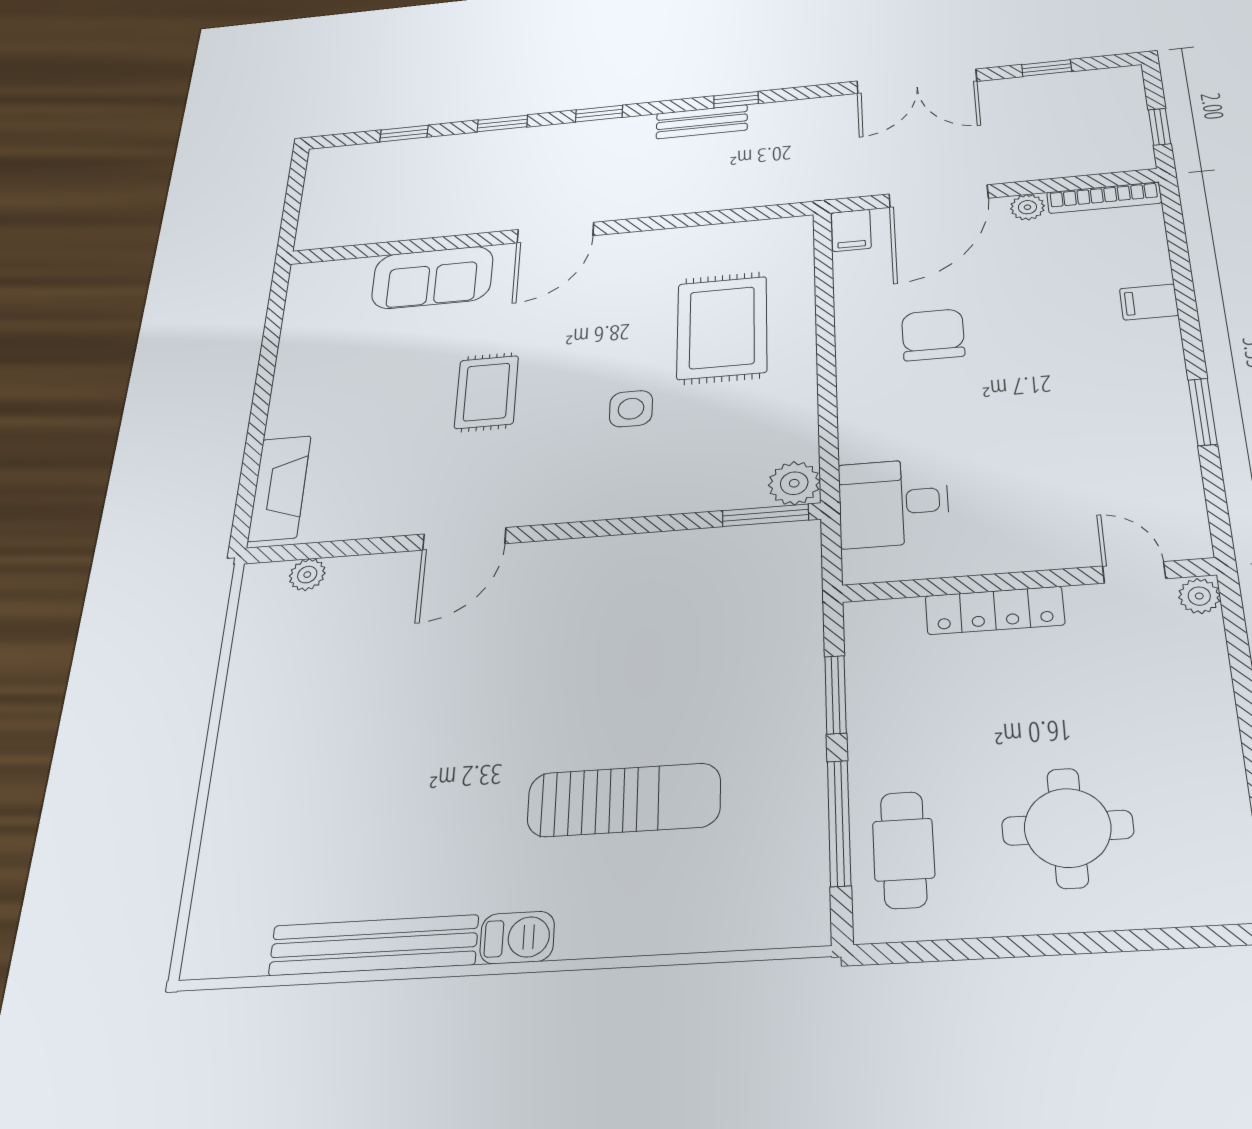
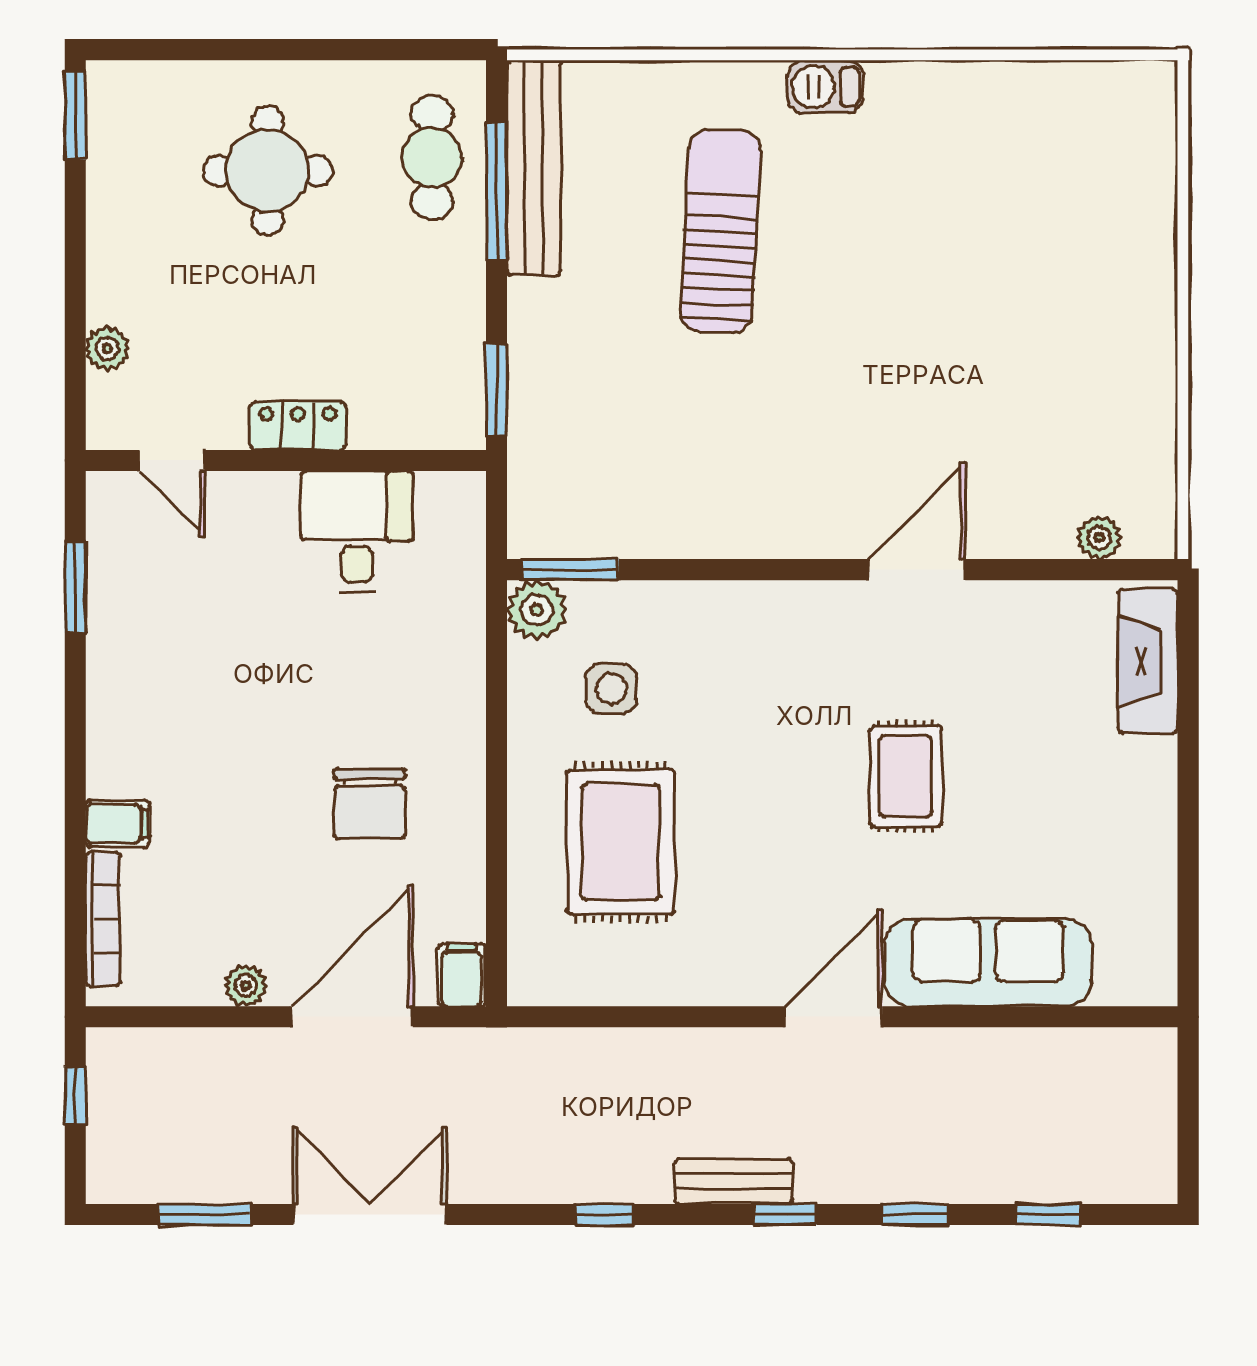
window: (1047, 68) -> (204, 1214), width x1.50
bench: (702, 122) -> (734, 1181), moved
bookcase: (1104, 198) -> (103, 919), moved, turned 90
sofa: (432, 277) -> (988, 962), width x1.36
side table: (631, 409) -> (611, 689), moved
window: (1203, 412) -> (75, 587), moved
desk: (894, 503) -> (357, 531), moved, turned -90
plant: (1199, 596) -> (107, 348), moved
locker: (995, 610) -> (298, 426), width x0.66
window: (835, 695) -> (497, 390), moved
sun lounger: (624, 800) -> (721, 231), turned 93
bench: (374, 945) -> (534, 168), moved, turned 90

